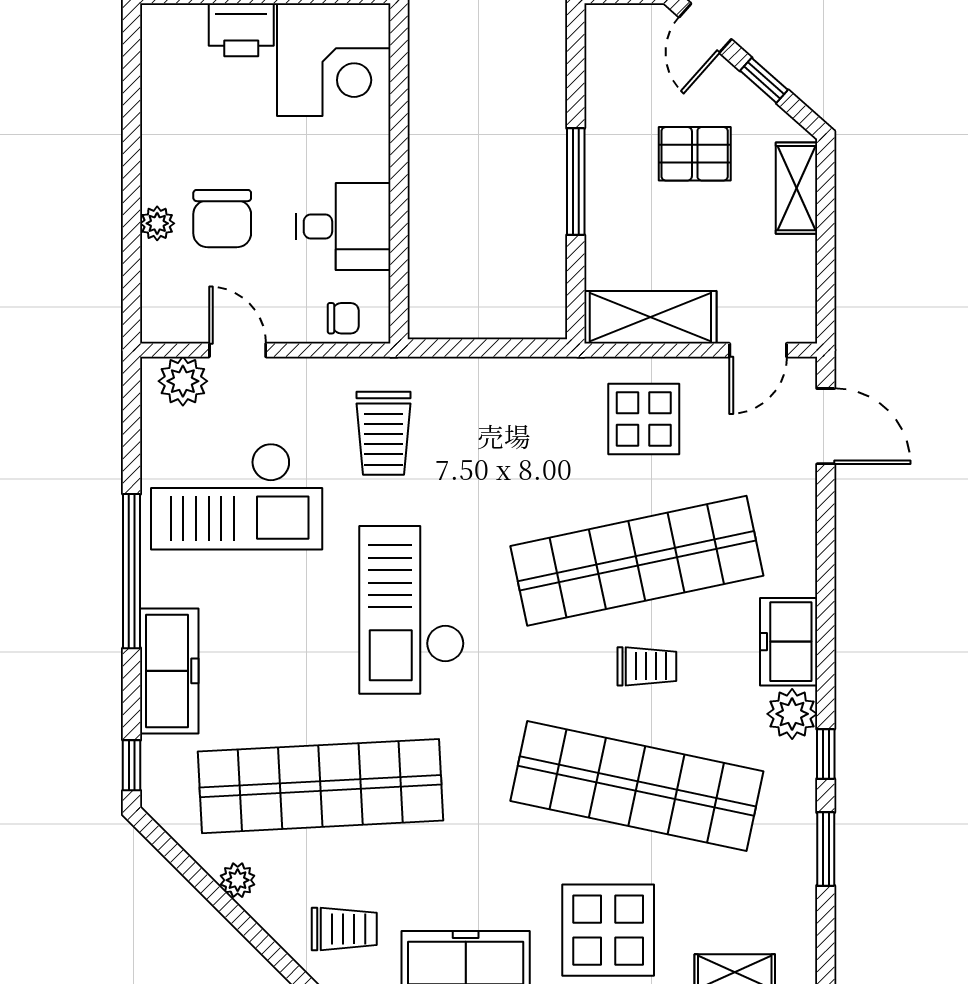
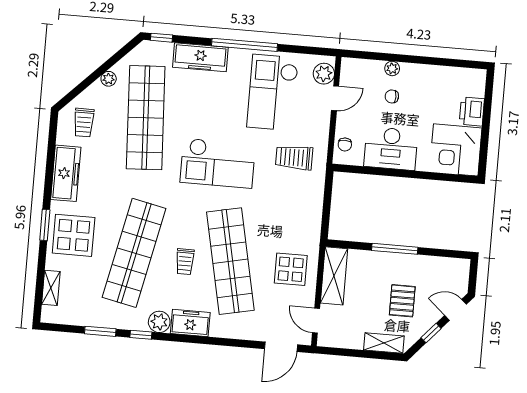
chair: (222, 219) -> (392, 96), width x0.54, depth x0.54
desk: (343, 227) -> (391, 149), width x1.37
checkout: (412, 610) -> (218, 163), turned 180

